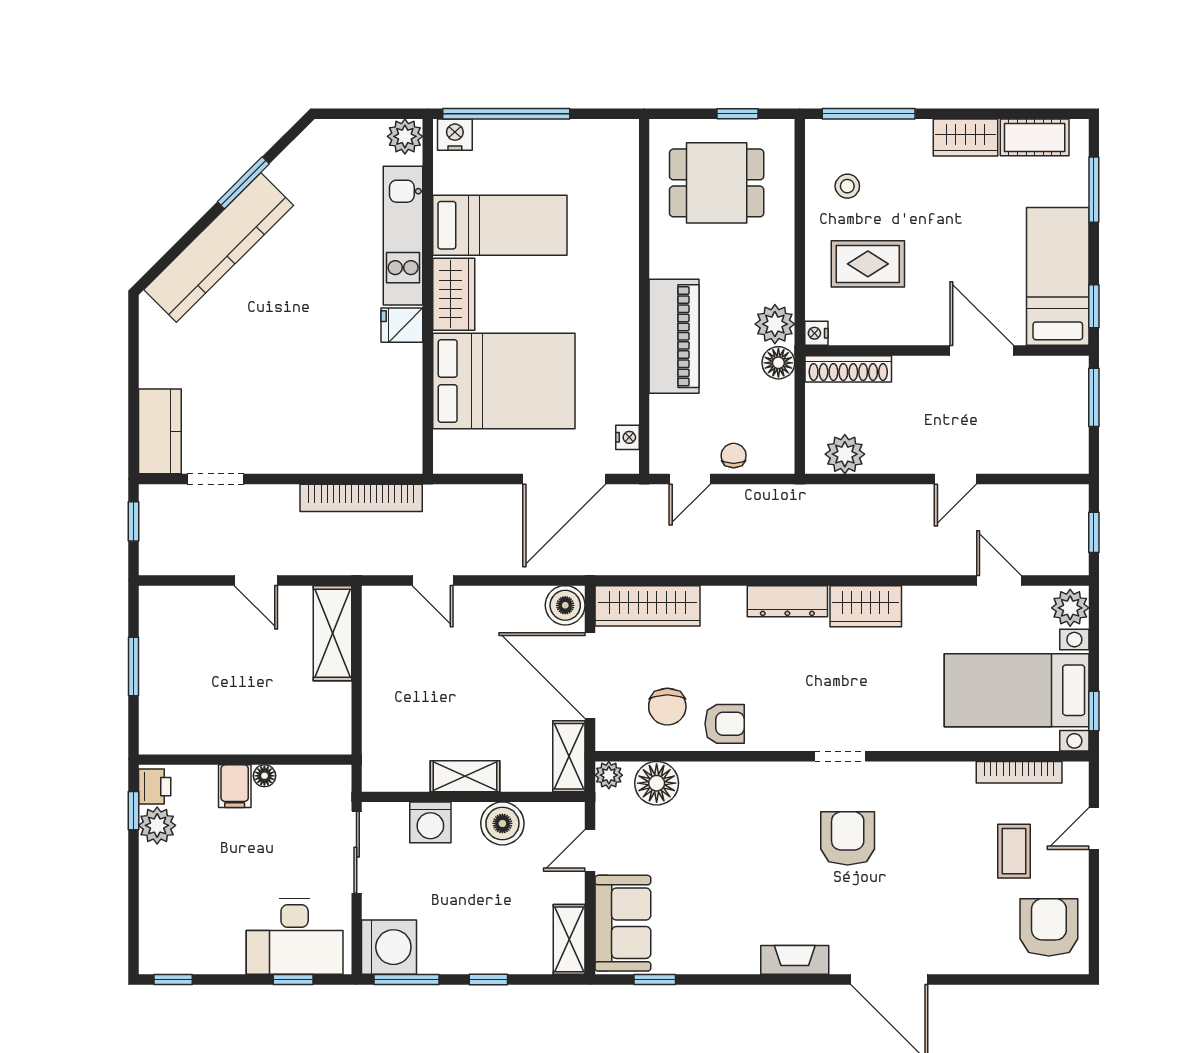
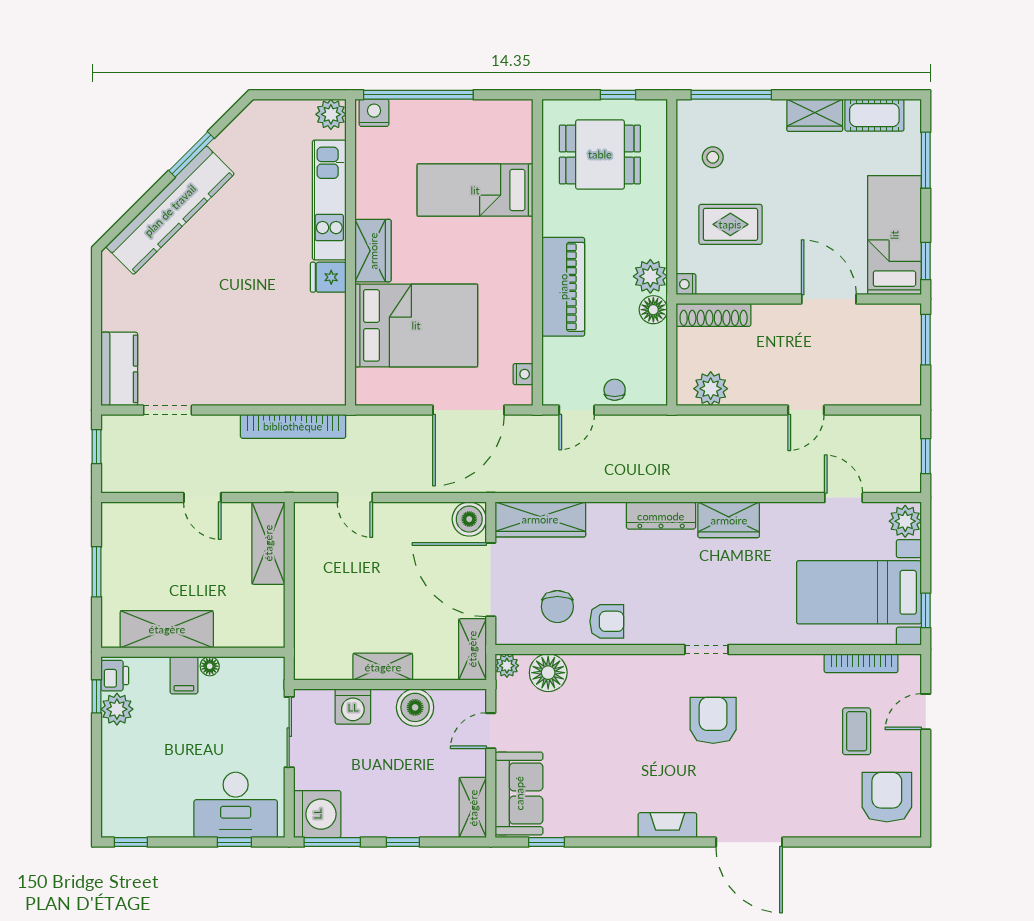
bed: (500, 225) -> (475, 190), moved, turned 180
shelving: (215, 733) -> (167, 629), added

